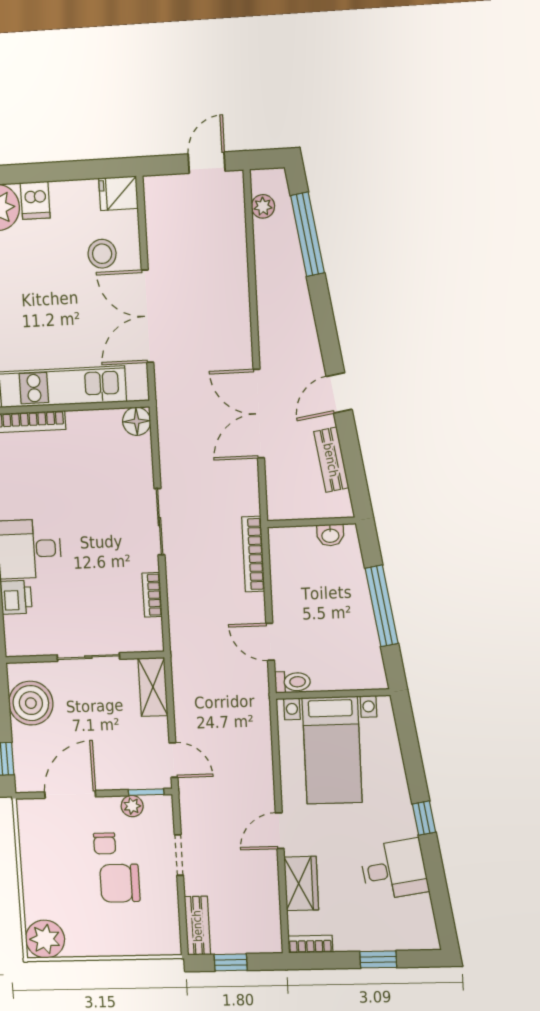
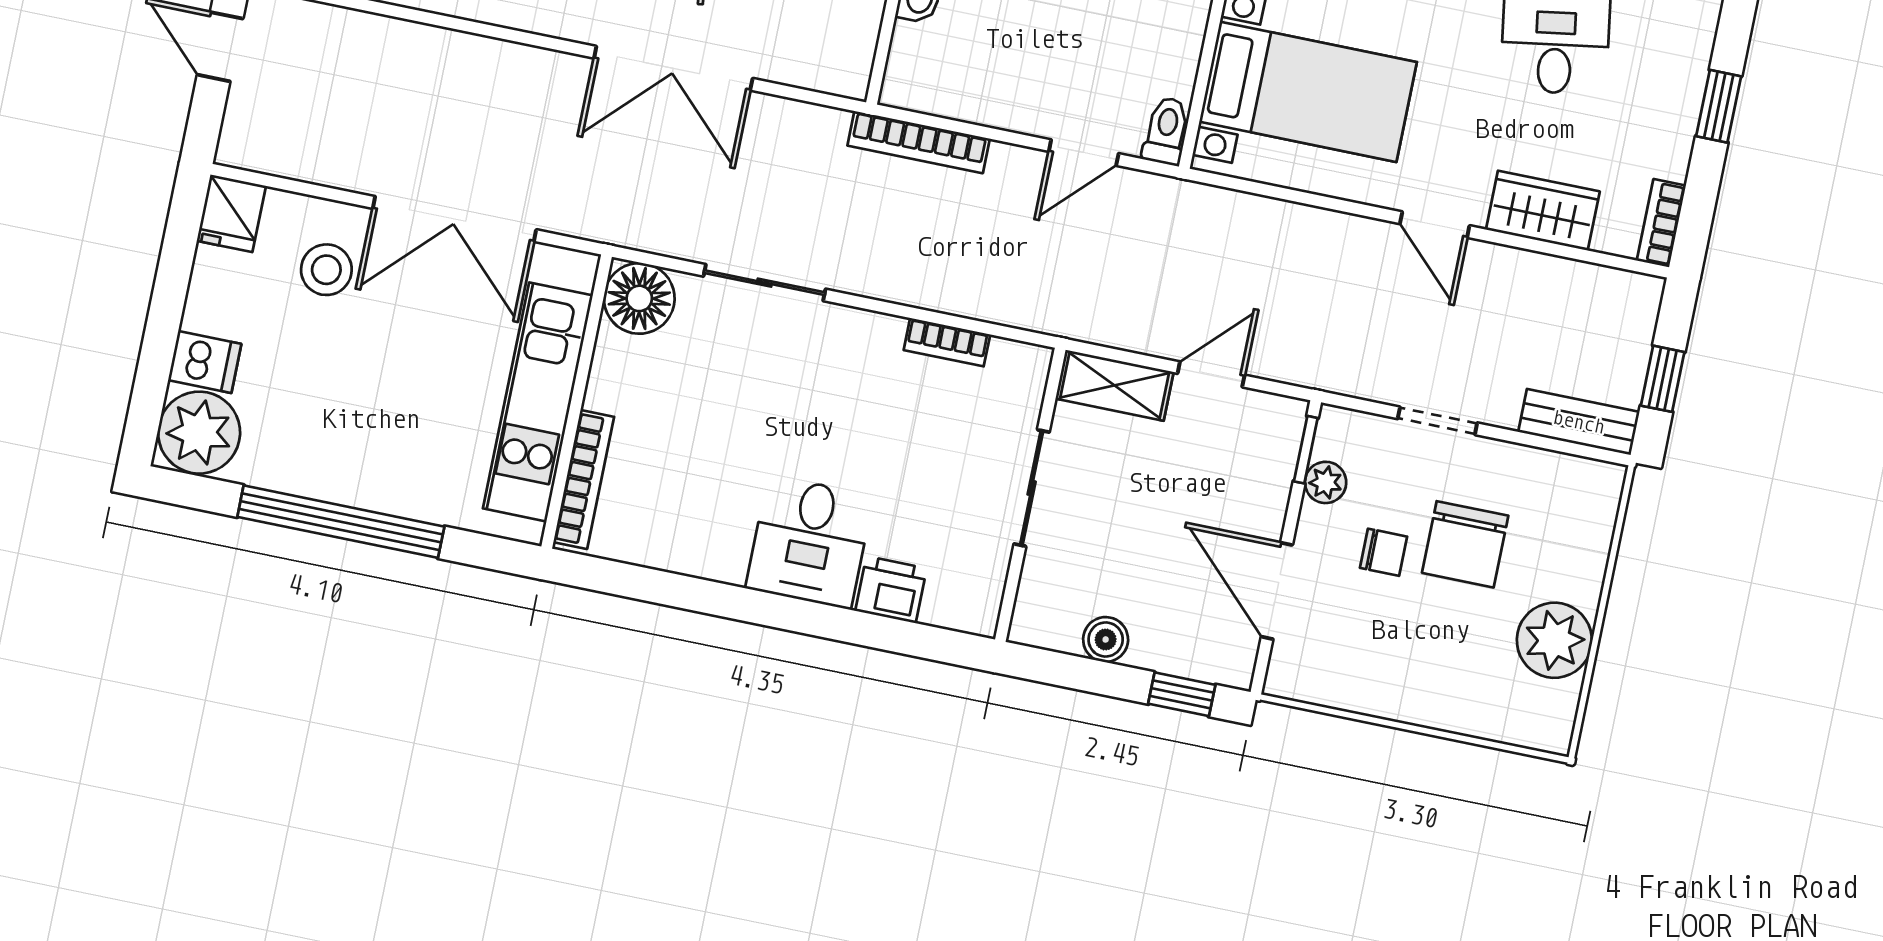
floor lamp: (137, 421) -> (639, 298), width x1.38, depth x1.38
sliding door: (159, 522) -> (764, 283), moved
boiler: (31, 703) -> (1106, 639), width x0.54, depth x0.54
door: (173, 760) -> (1211, 374), moved
plant: (45, 939) -> (1554, 640), moved

